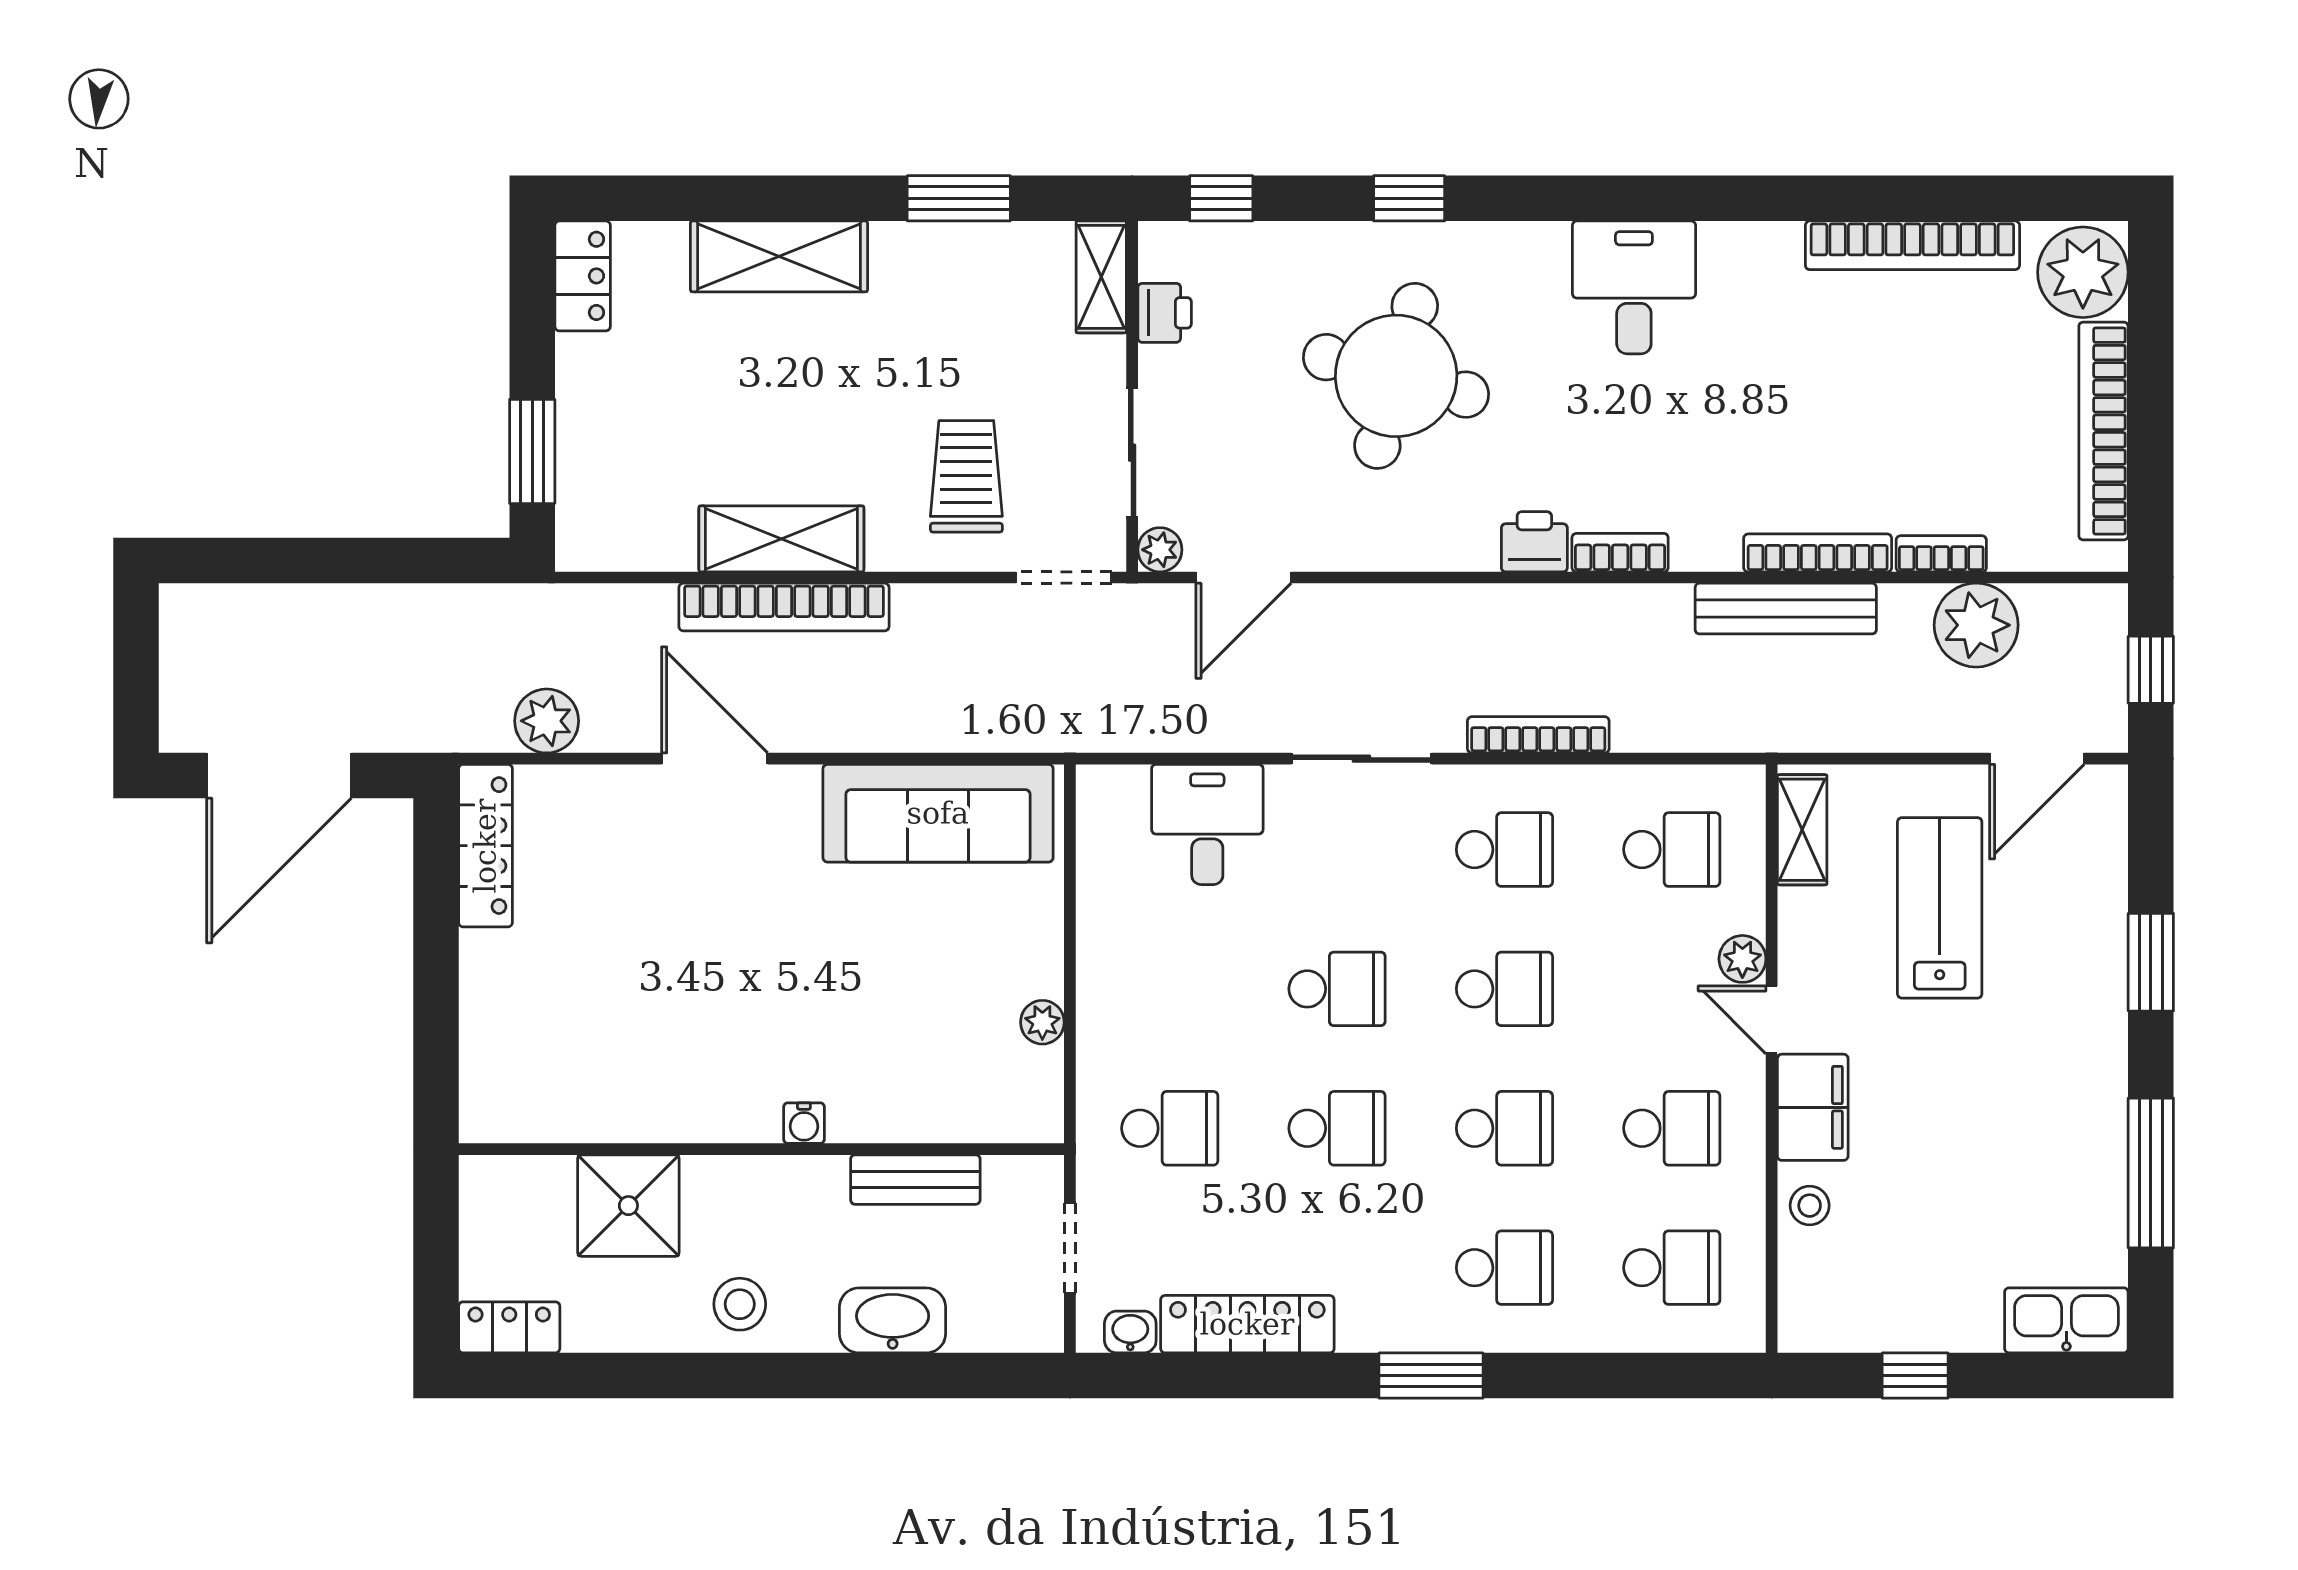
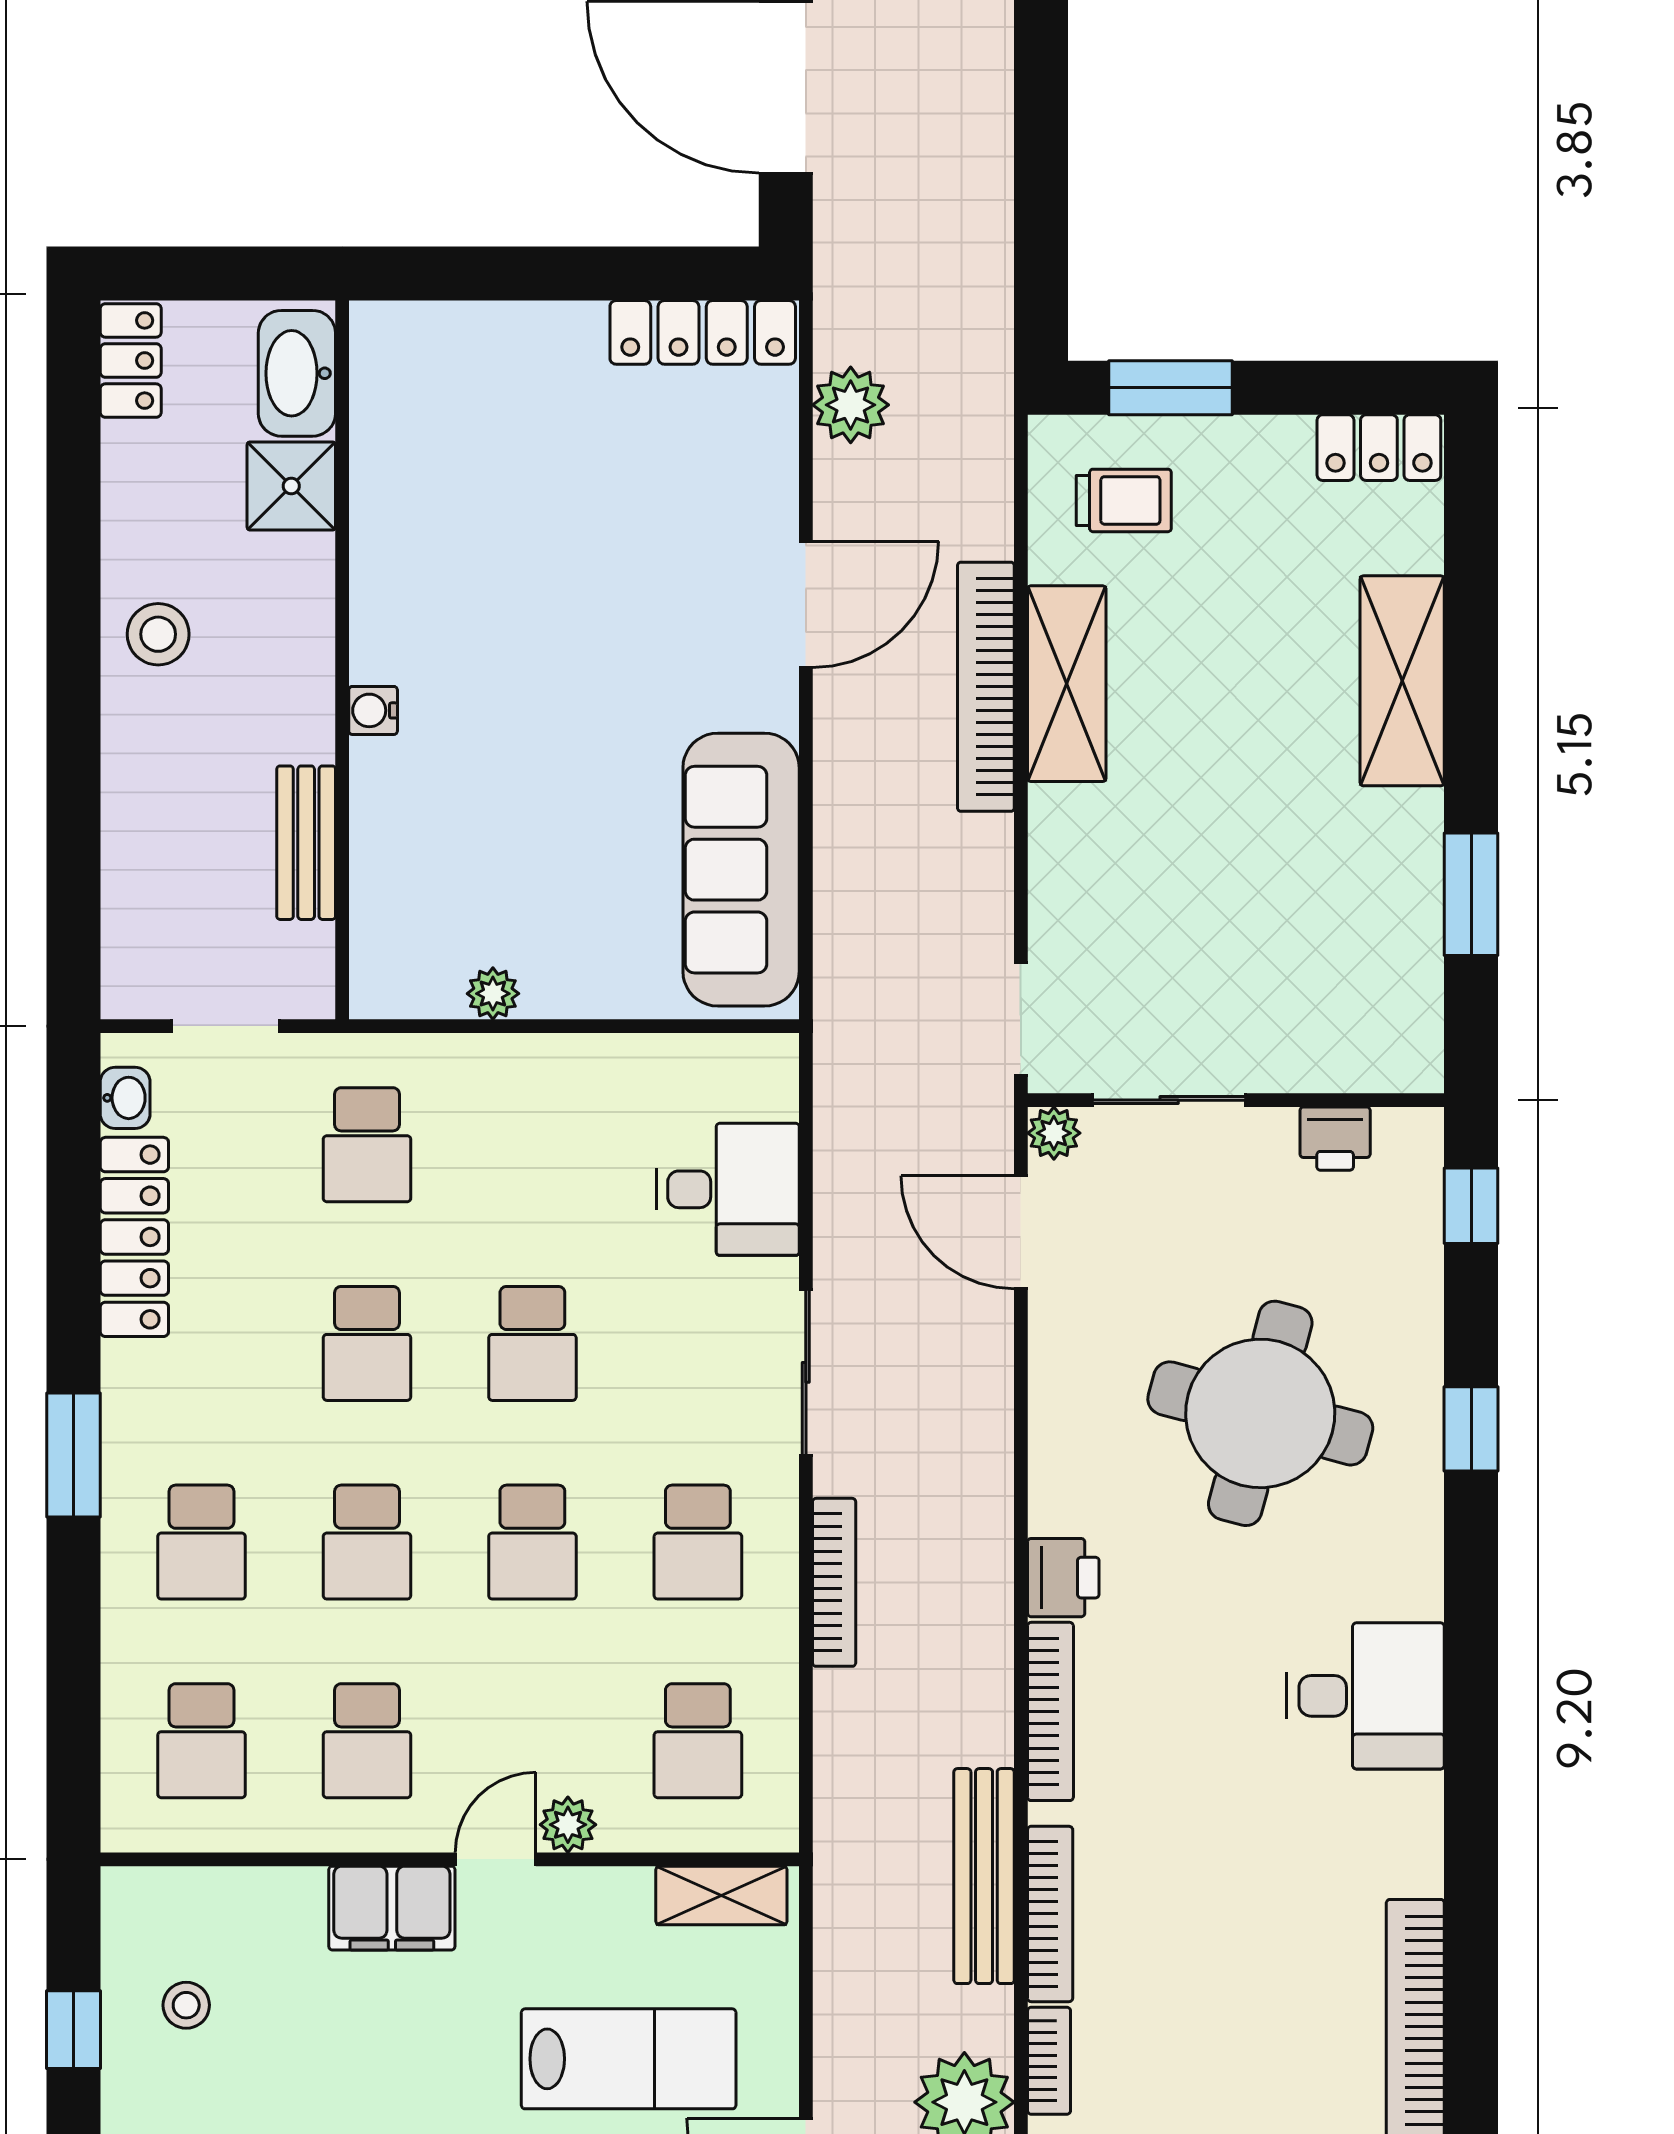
shelving: (1101, 277) -> (1378, 1063), removed
trolley: (966, 476) -> (1124, 500), moved, width x0.73, depth x0.72
bookcase: (1620, 553) -> (1050, 1711), width x1.56
shower: (628, 1206) -> (291, 486), width x0.73, depth x0.73
stool: (1810, 1206) -> (186, 2005), moved
washbasin: (893, 1320) -> (297, 373), moved, turned 180

